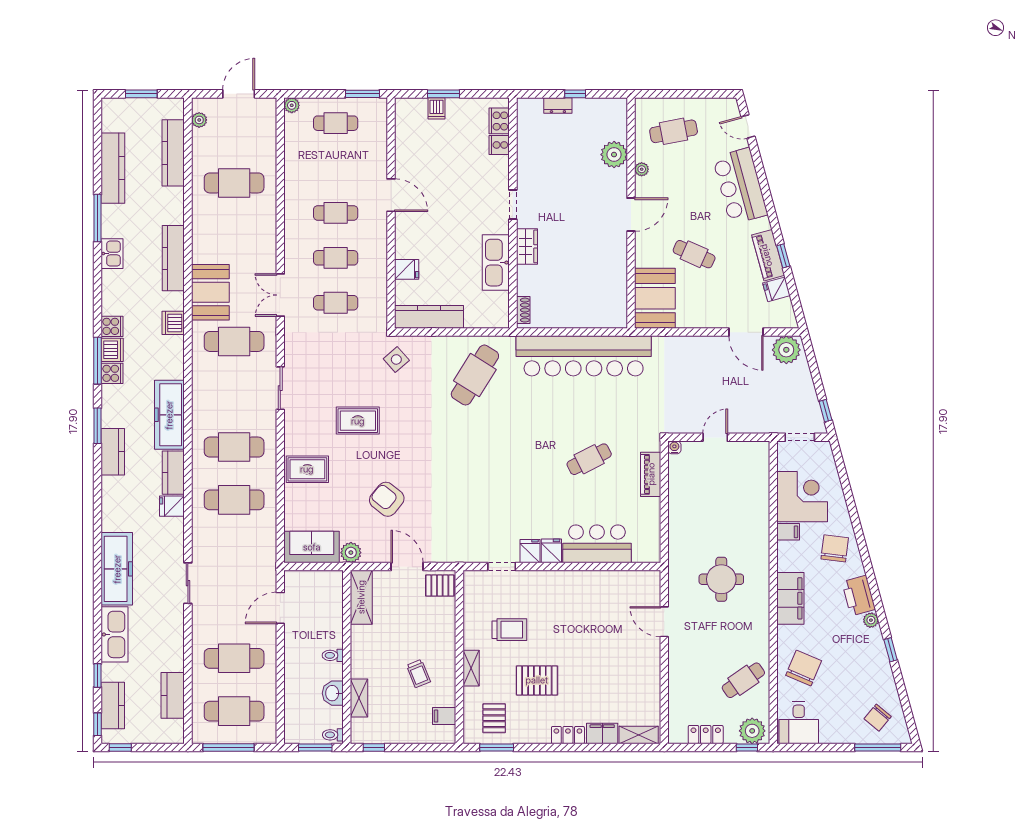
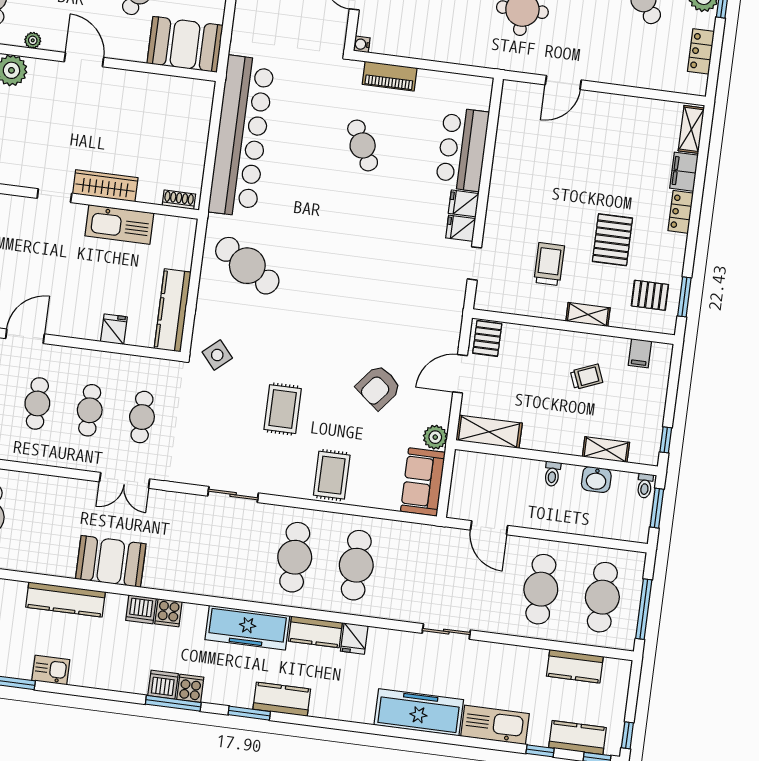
wardrobe: (527, 246) -> (105, 186), width x1.50
cooker: (112, 326) -> (168, 613), moved, turned 180
cafe table: (234, 341) -> (172, 541), removed

